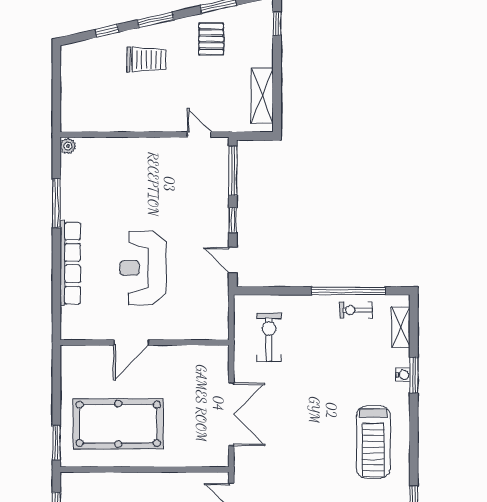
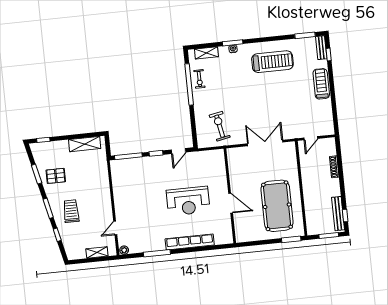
shelving: (69, 98) -> (97, 252), added
door: (199, 134) -> (115, 228), moved
exercise bike: (269, 337) -> (220, 126), turned 79

